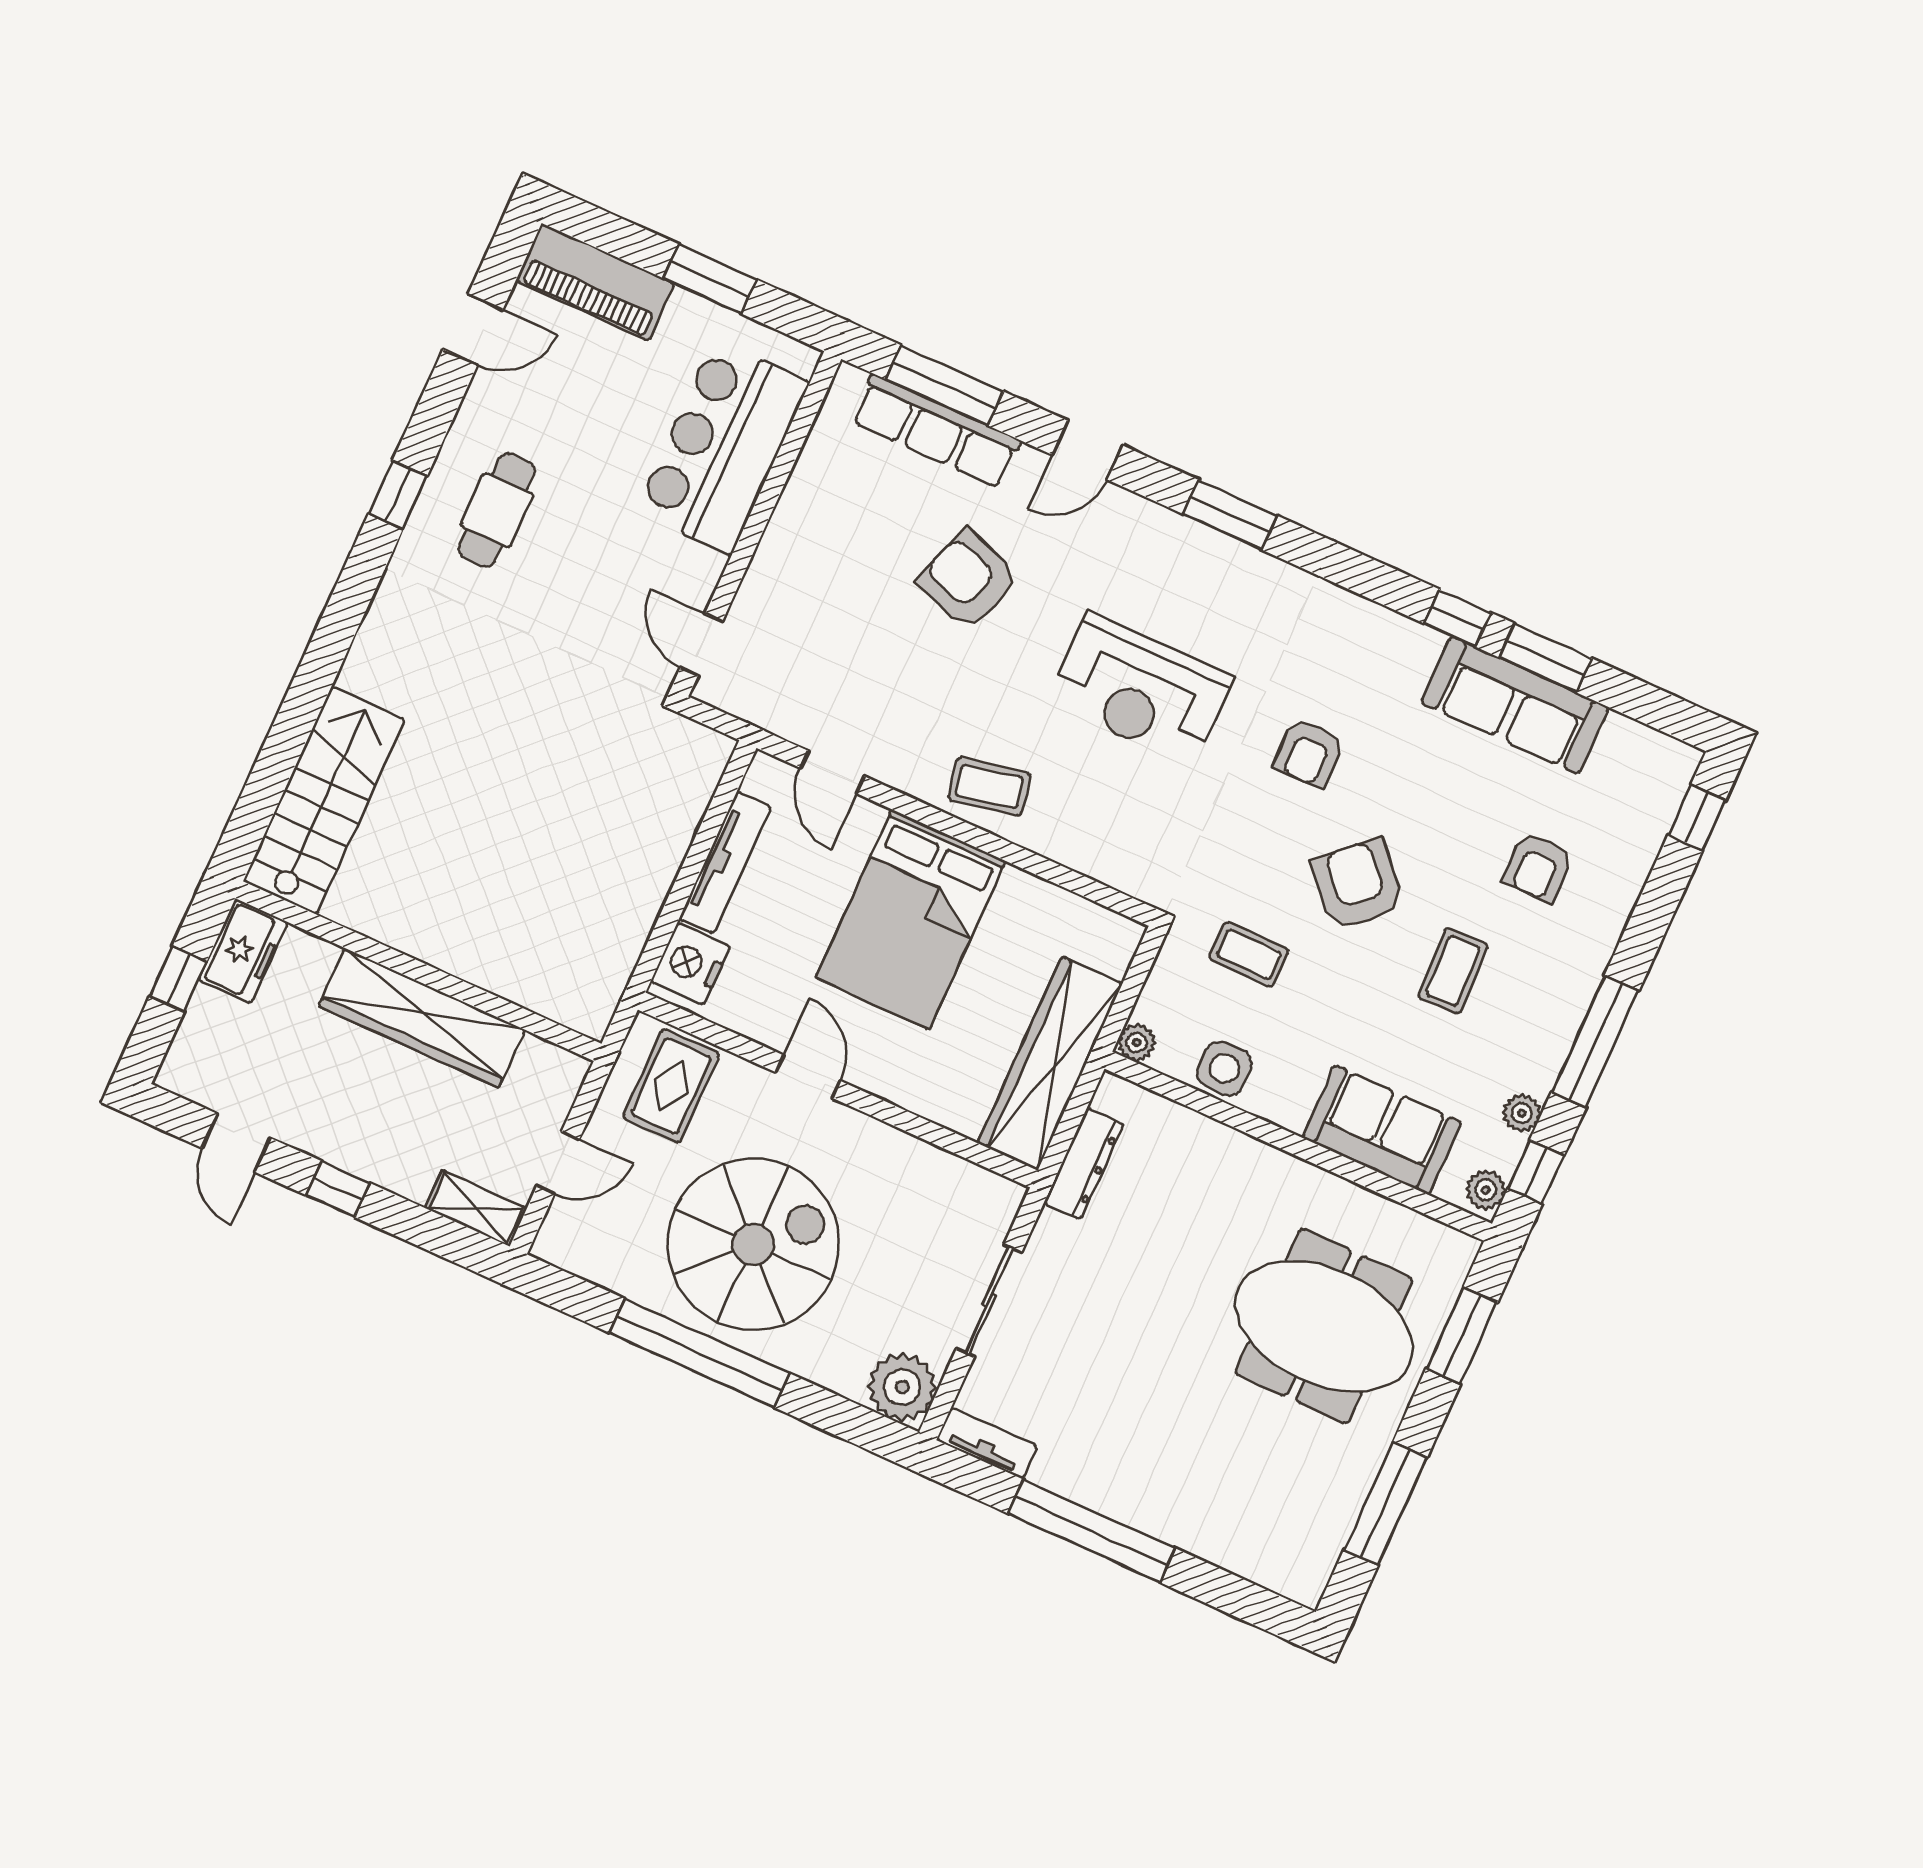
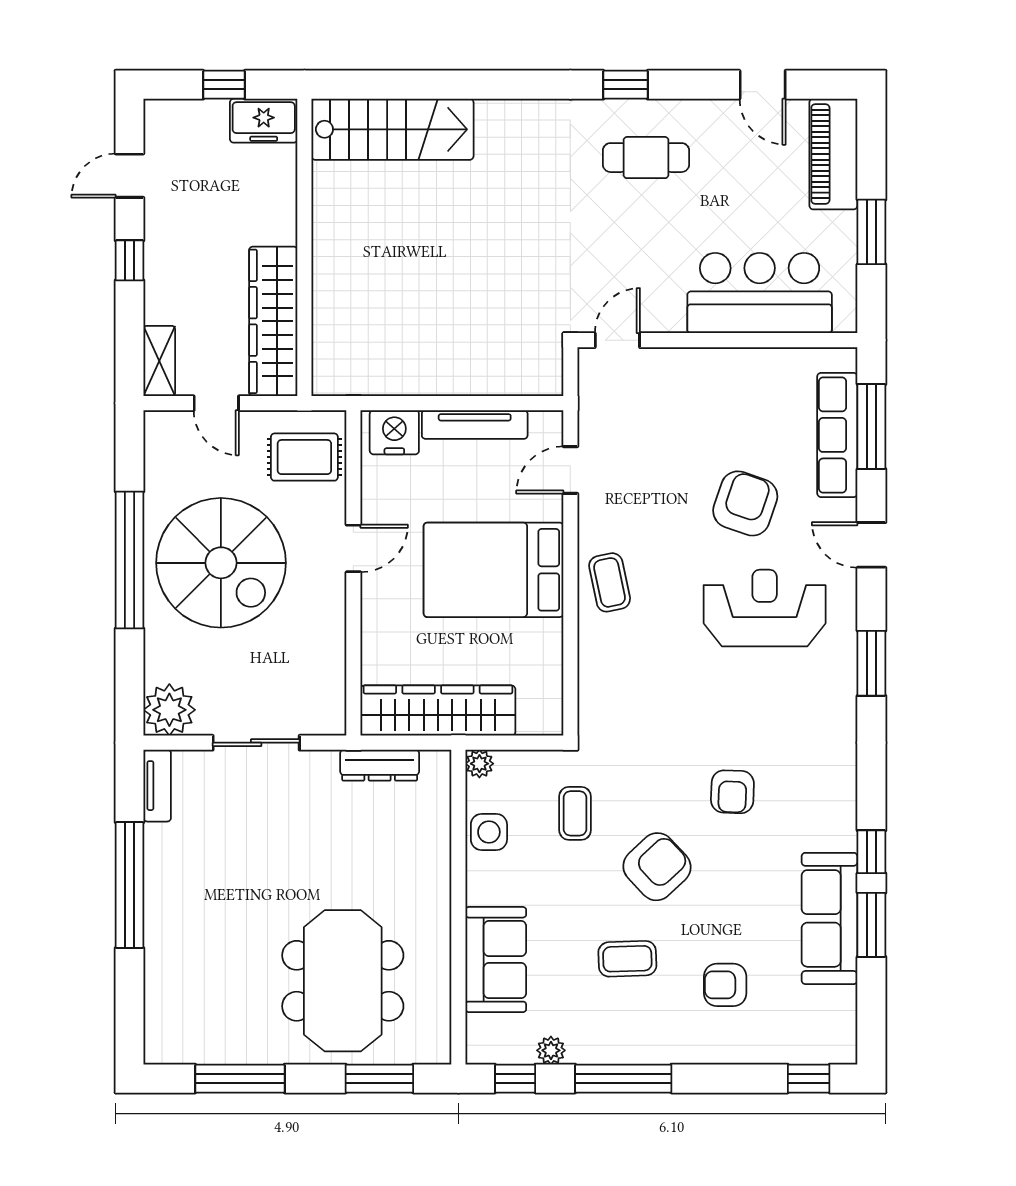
reception desk: (1140, 690) -> (765, 608), moved, turned 90
armchair: (1309, 753) -> (732, 792), turned -88
wardrobe: (422, 1018) -> (273, 321), moved
plant: (1486, 1190) -> (487, 1050), removed

